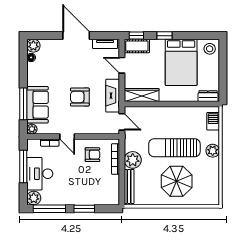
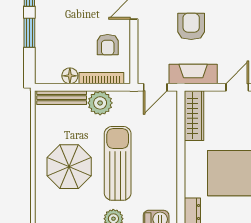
floor lamp: (114, 181) -> (70, 76), added

